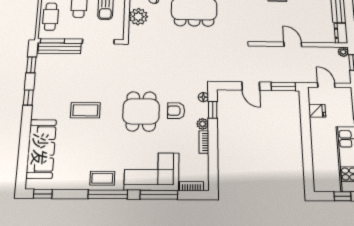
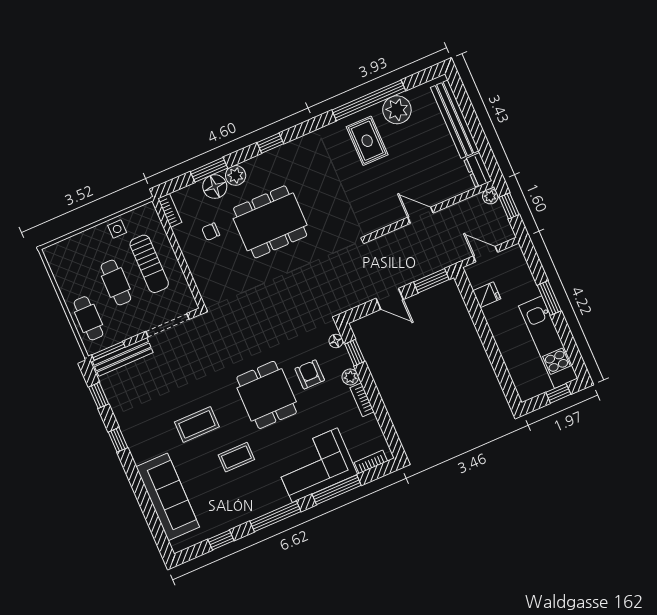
plant: (138, 17) -> (202, 266), removed
armchair: (176, 111) -> (310, 374), turned 90
coffee table: (102, 178) -> (236, 457), moved
window: (43, 194) -> (221, 540), moved

